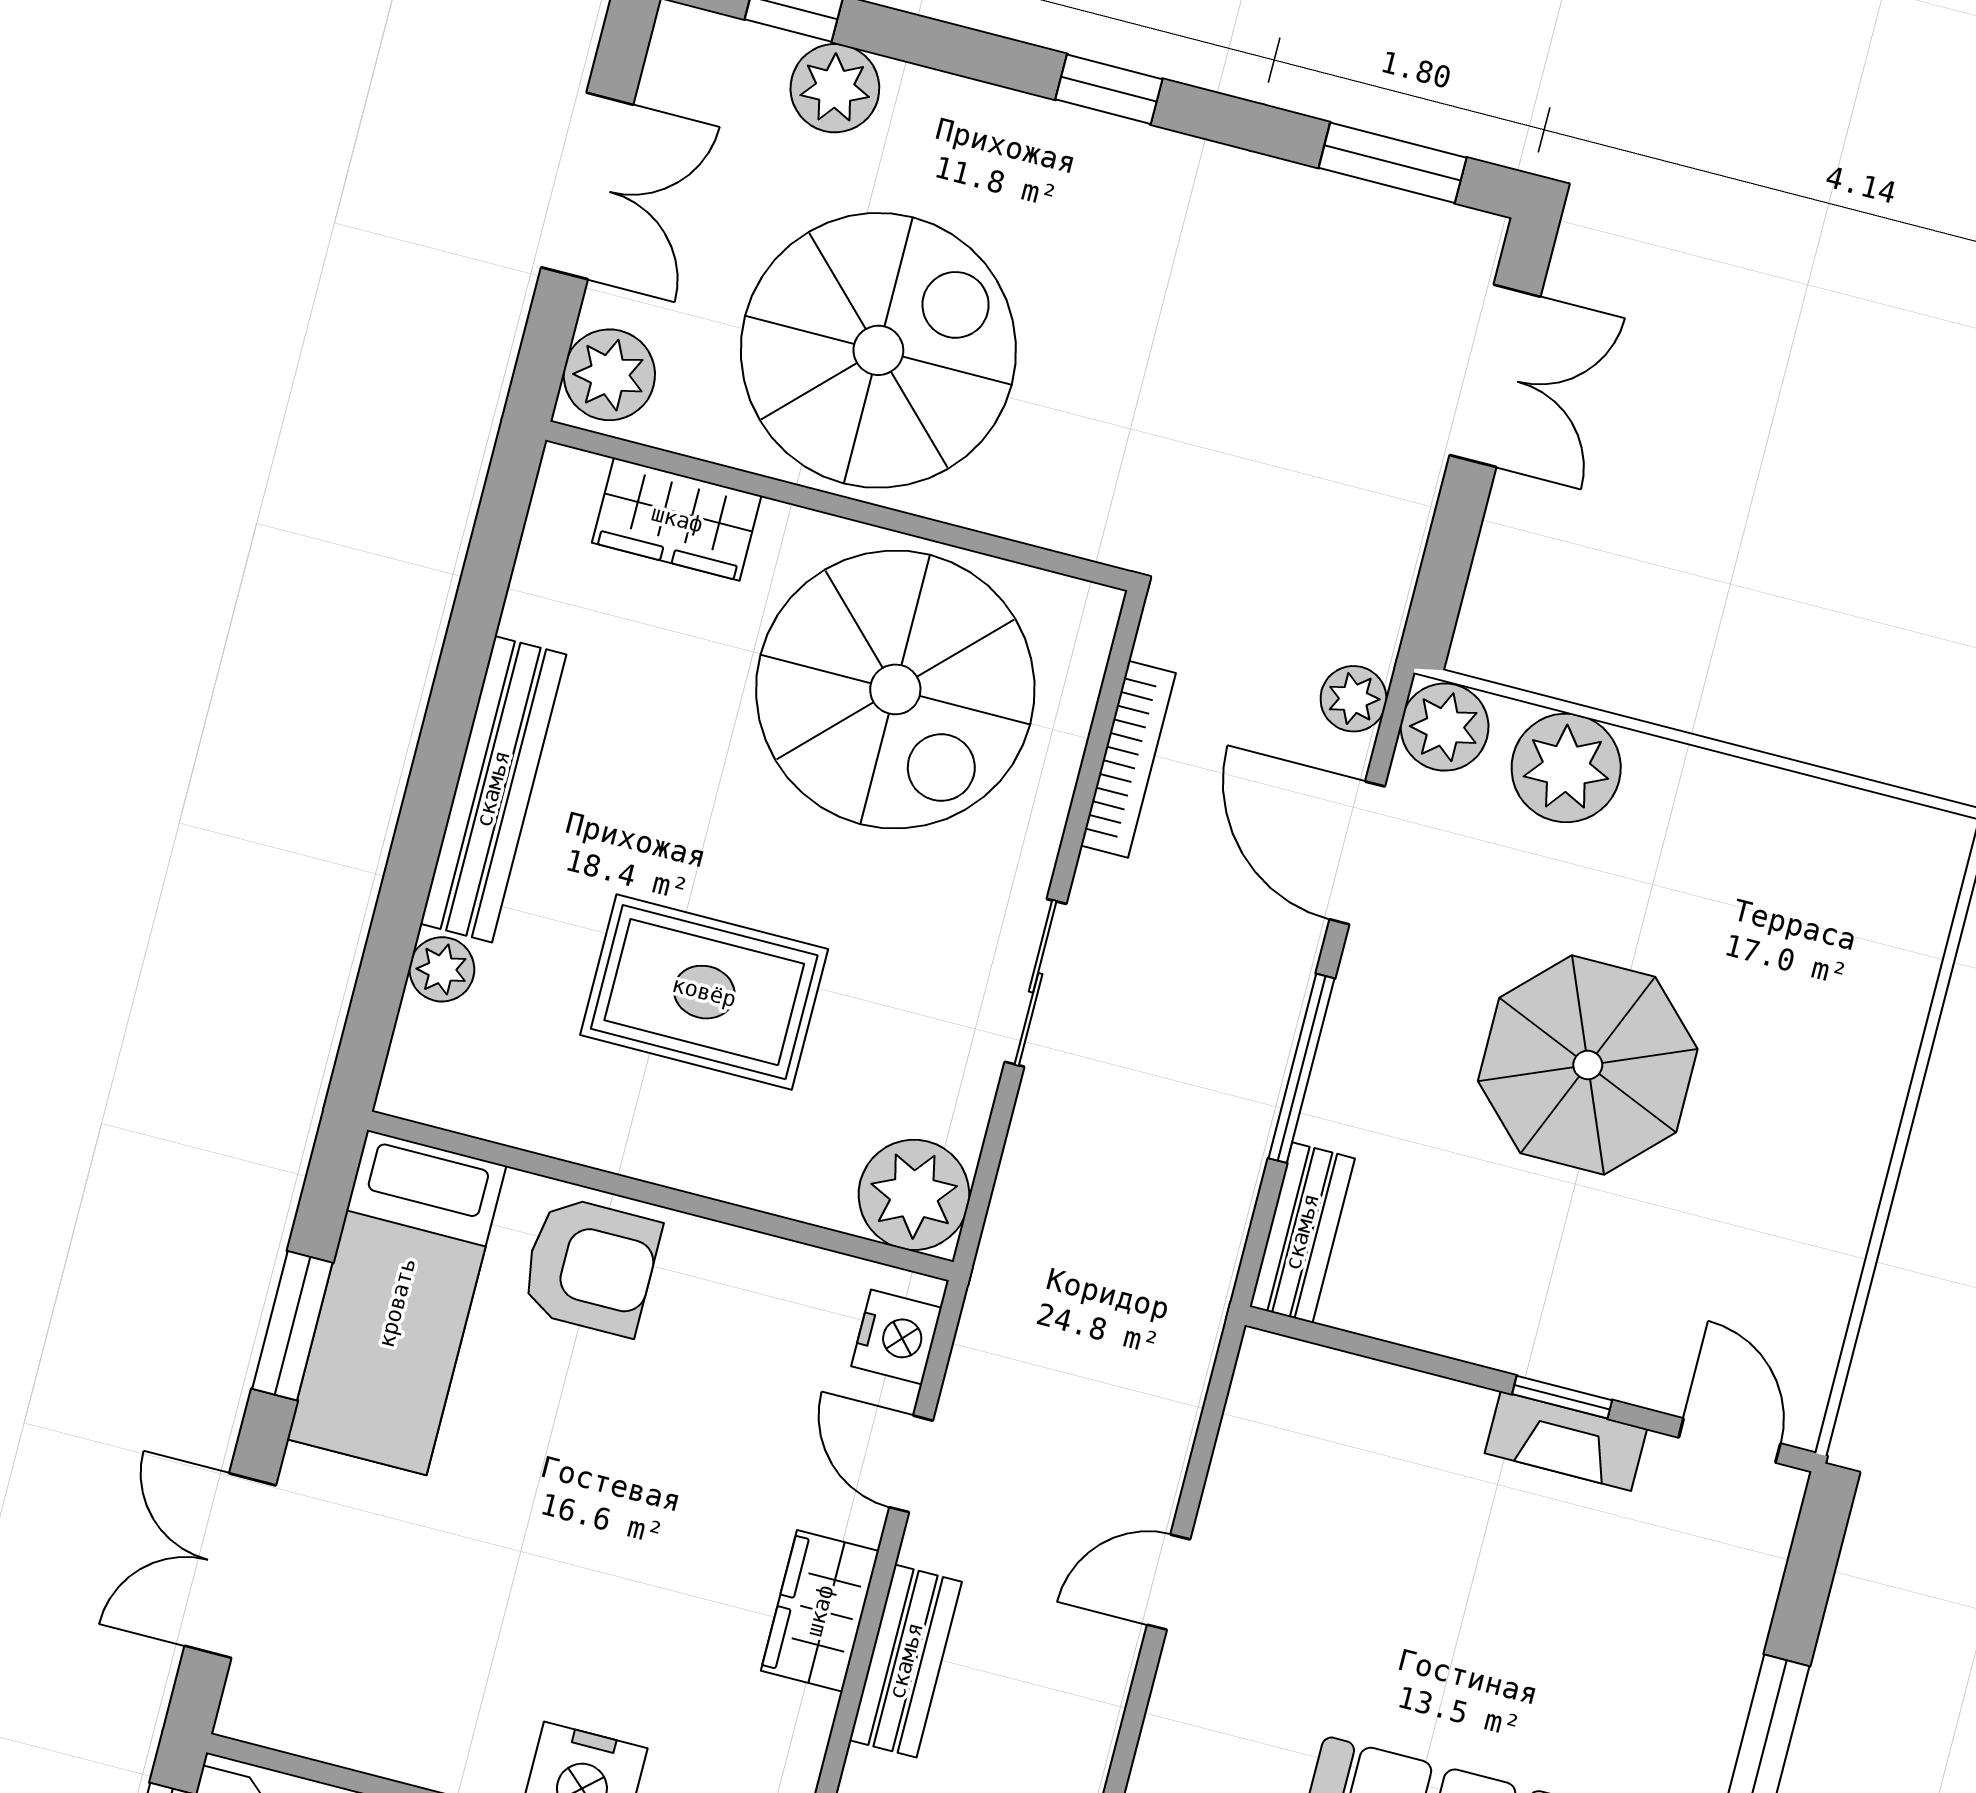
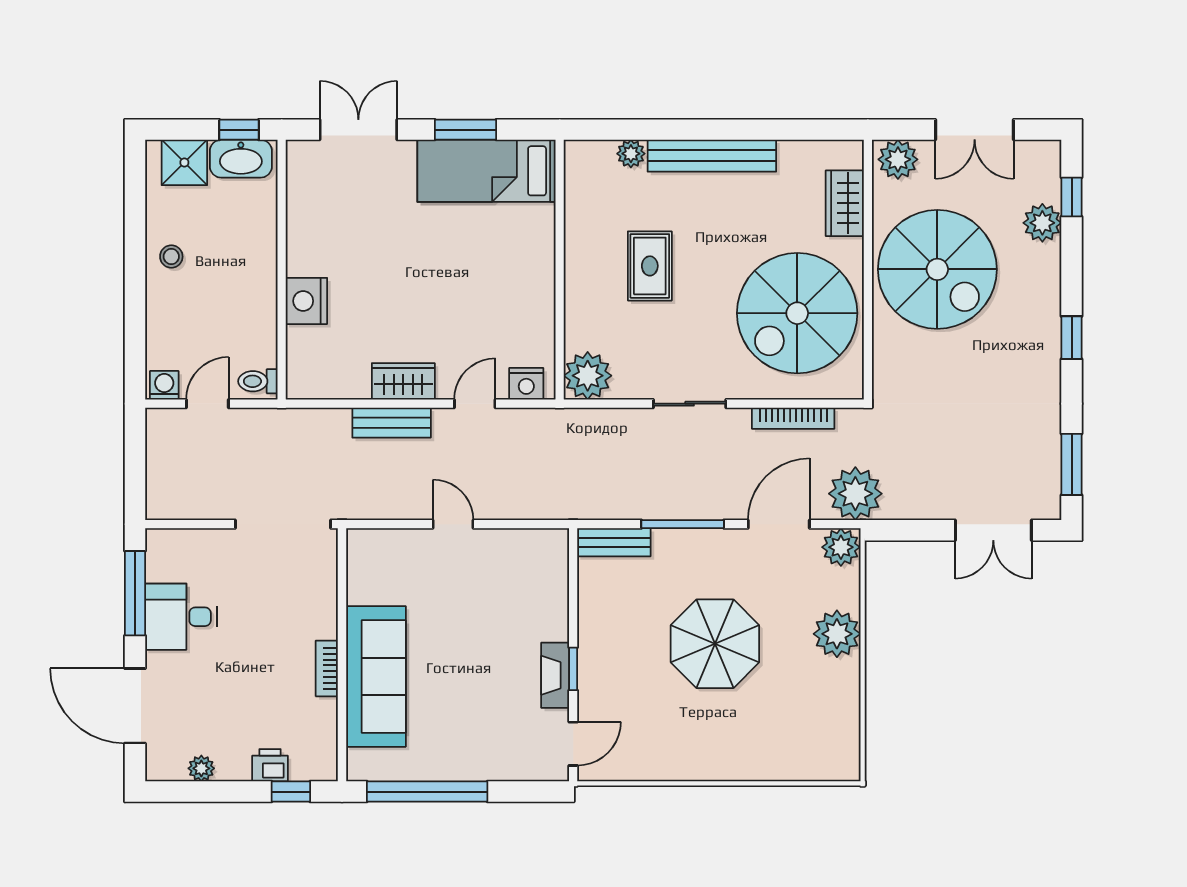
plant: (1354, 699) -> (855, 494), width x1.87, depth x1.87
plant: (1566, 768) -> (837, 634), moved
rug: (704, 992) -> (650, 266), width x0.73, depth x0.70
armchair: (591, 1266) -> (523, 248), removed

